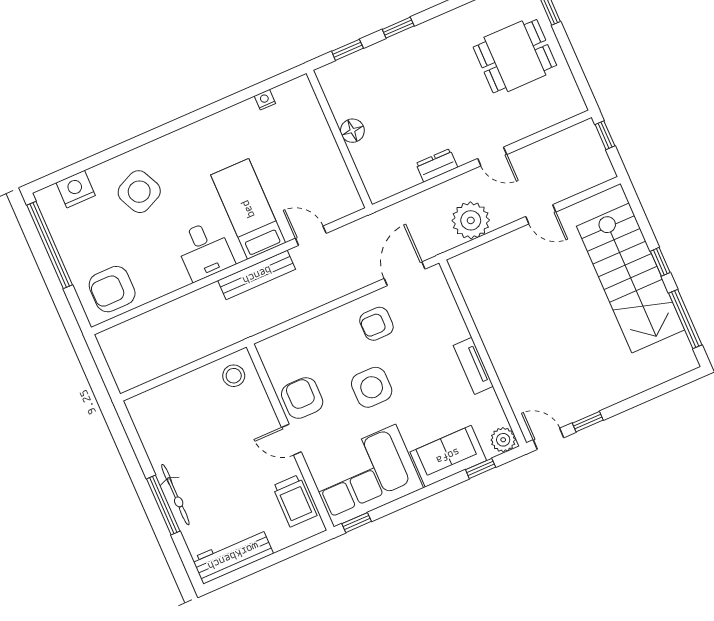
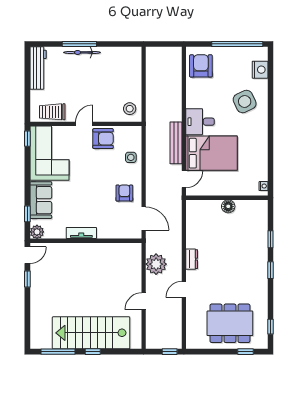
dining table: (515, 56) -> (230, 323), width x1.38
floor lamp: (352, 131) -> (228, 206), moved
wall: (339, 139) -> (227, 198), moved
bed: (248, 209) -> (212, 153), width x1.50
side table: (372, 387) -> (131, 157), moved, width x0.54, depth x0.54

